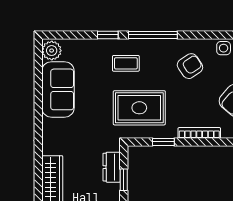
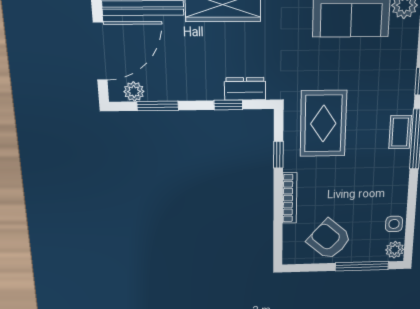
coffee table: (126, 63) -> (400, 132), moved
armchair: (190, 66) -> (374, 185), removed

